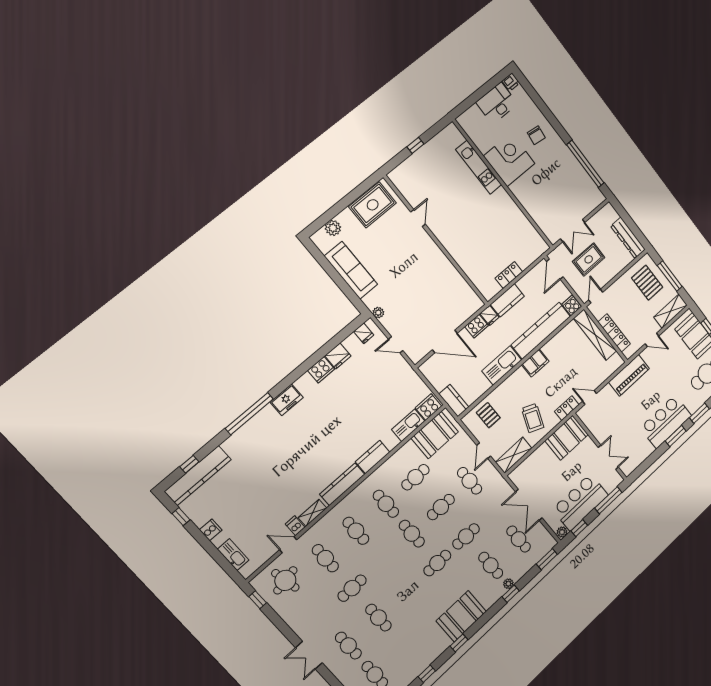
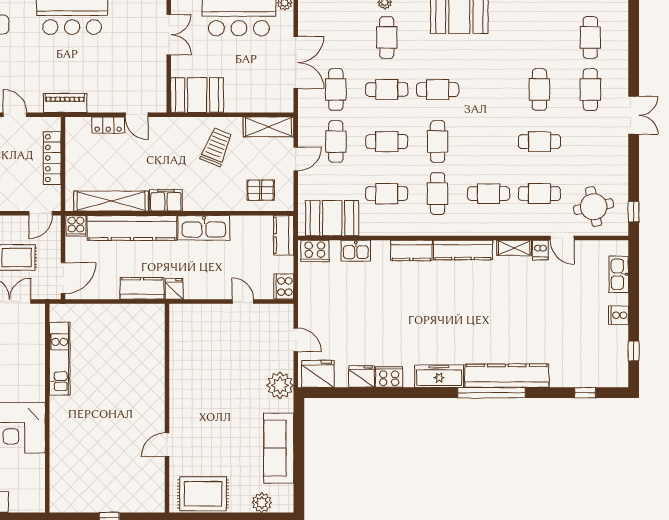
kitchen unit: (479, 167) -> (60, 359), moved
locker: (509, 275) -> (119, 312), removed
plant: (378, 313) -> (280, 385), width x1.87, depth x1.87
cooker: (476, 326) -> (284, 287), moved, turned -90
fridge: (364, 333) -> (318, 374), width x1.88, depth x1.34
shelving: (595, 335) -> (111, 201), moved, turned 90
door: (445, 342) -> (243, 301), width x0.53
piano: (629, 375) -> (65, 103), width x0.73, depth x0.75
freezer: (287, 400) -> (439, 376), width x1.40
locker: (567, 408) -> (108, 125), moved
pallet: (488, 415) -> (261, 190), turned 90
kitchen sink: (408, 425) -> (356, 251), width x0.73
double door: (608, 457) -> (169, 35), swing flipped
kitchen counter: (198, 475) -> (507, 376), moved
cafe table: (356, 531) -> (489, 194), turned 90
cafe table: (519, 539) -> (336, 90), moved
cafe table: (325, 558) -> (539, 194), turned 90

